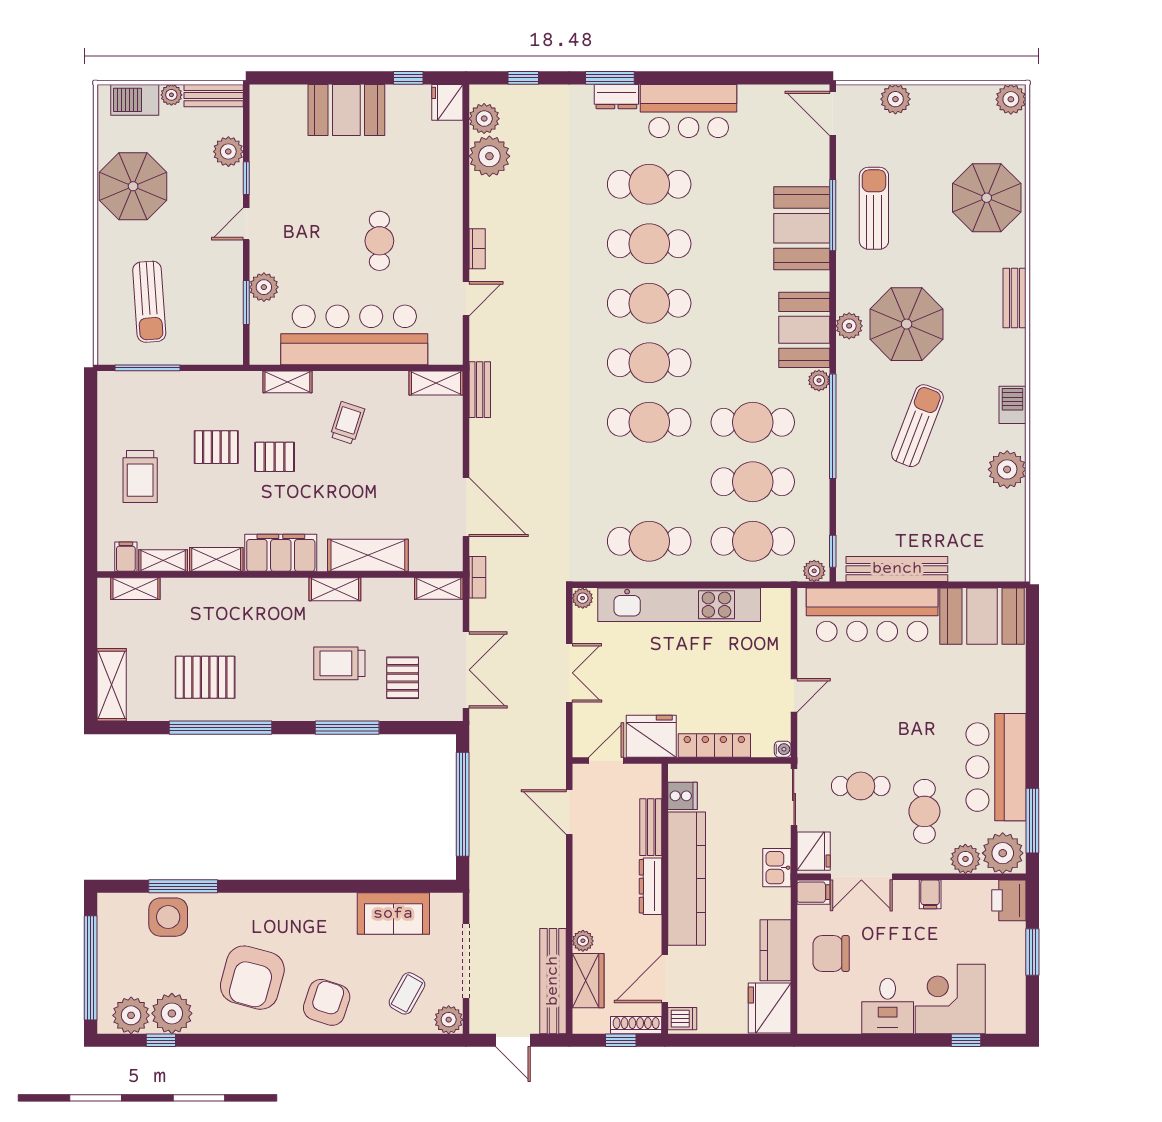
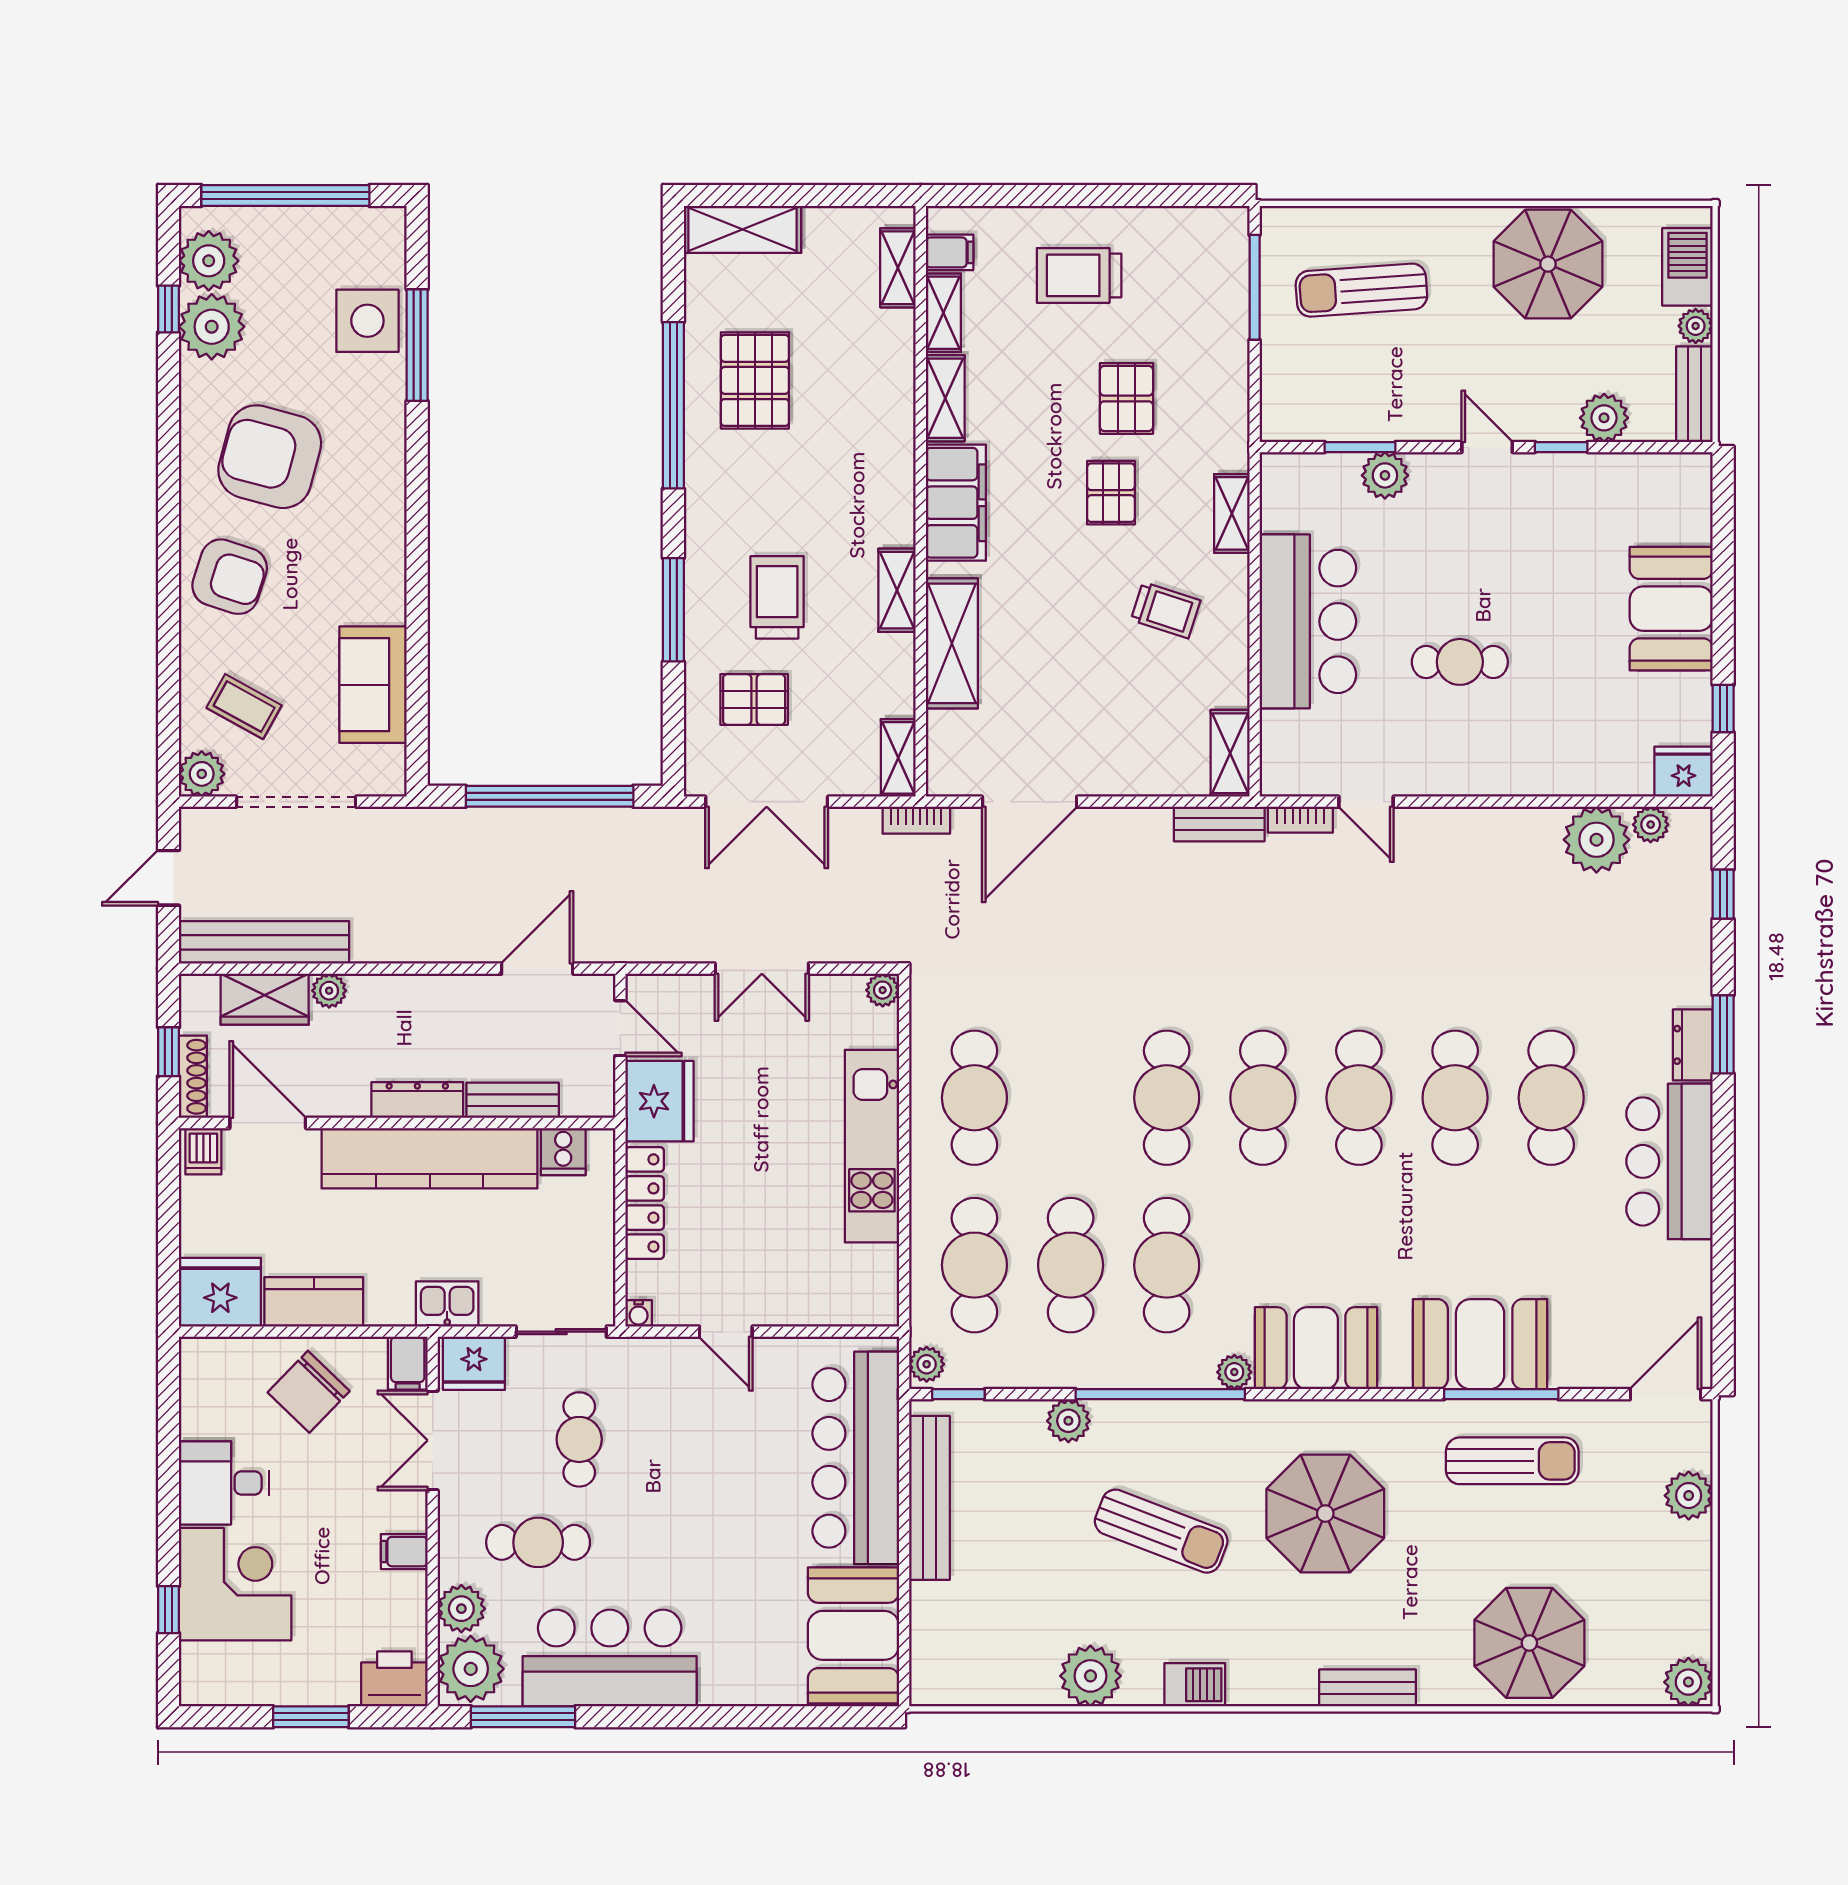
plant: (484, 119) -> (1651, 825), width x0.73, depth x0.73
bookcase: (477, 249) -> (1300, 820), moved
plant: (849, 326) -> (1068, 1421), moved
bar counter: (354, 335) -> (1308, 621), width x0.73
kitchen unit: (679, 605) -> (872, 1146), width x0.73
chair: (831, 953) -> (309, 1392), turned -136

